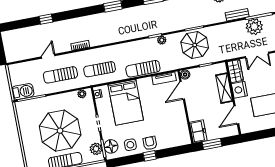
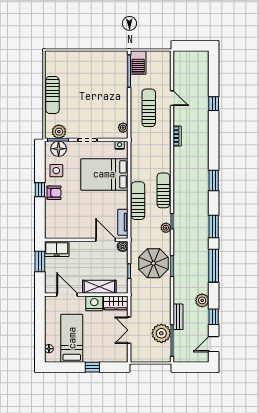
sun lounger: (100, 69) -> (163, 190), moved
parasol: (60, 131) -> (87, 96), removed

